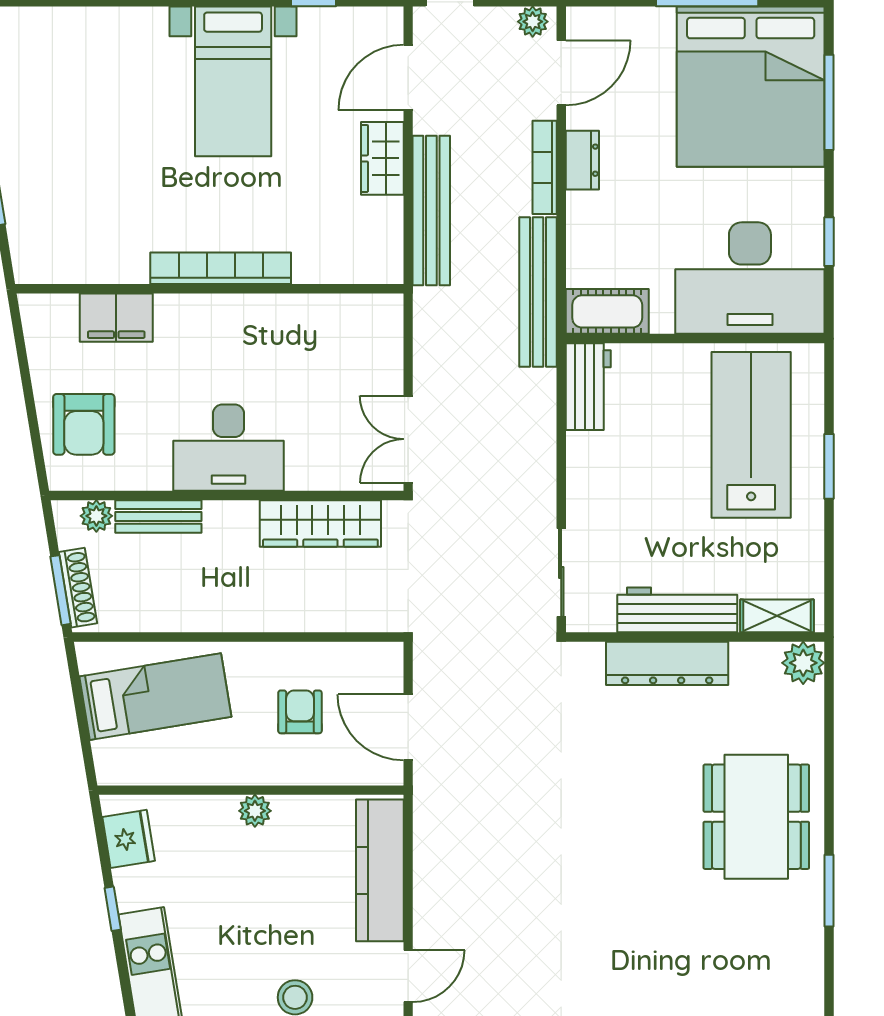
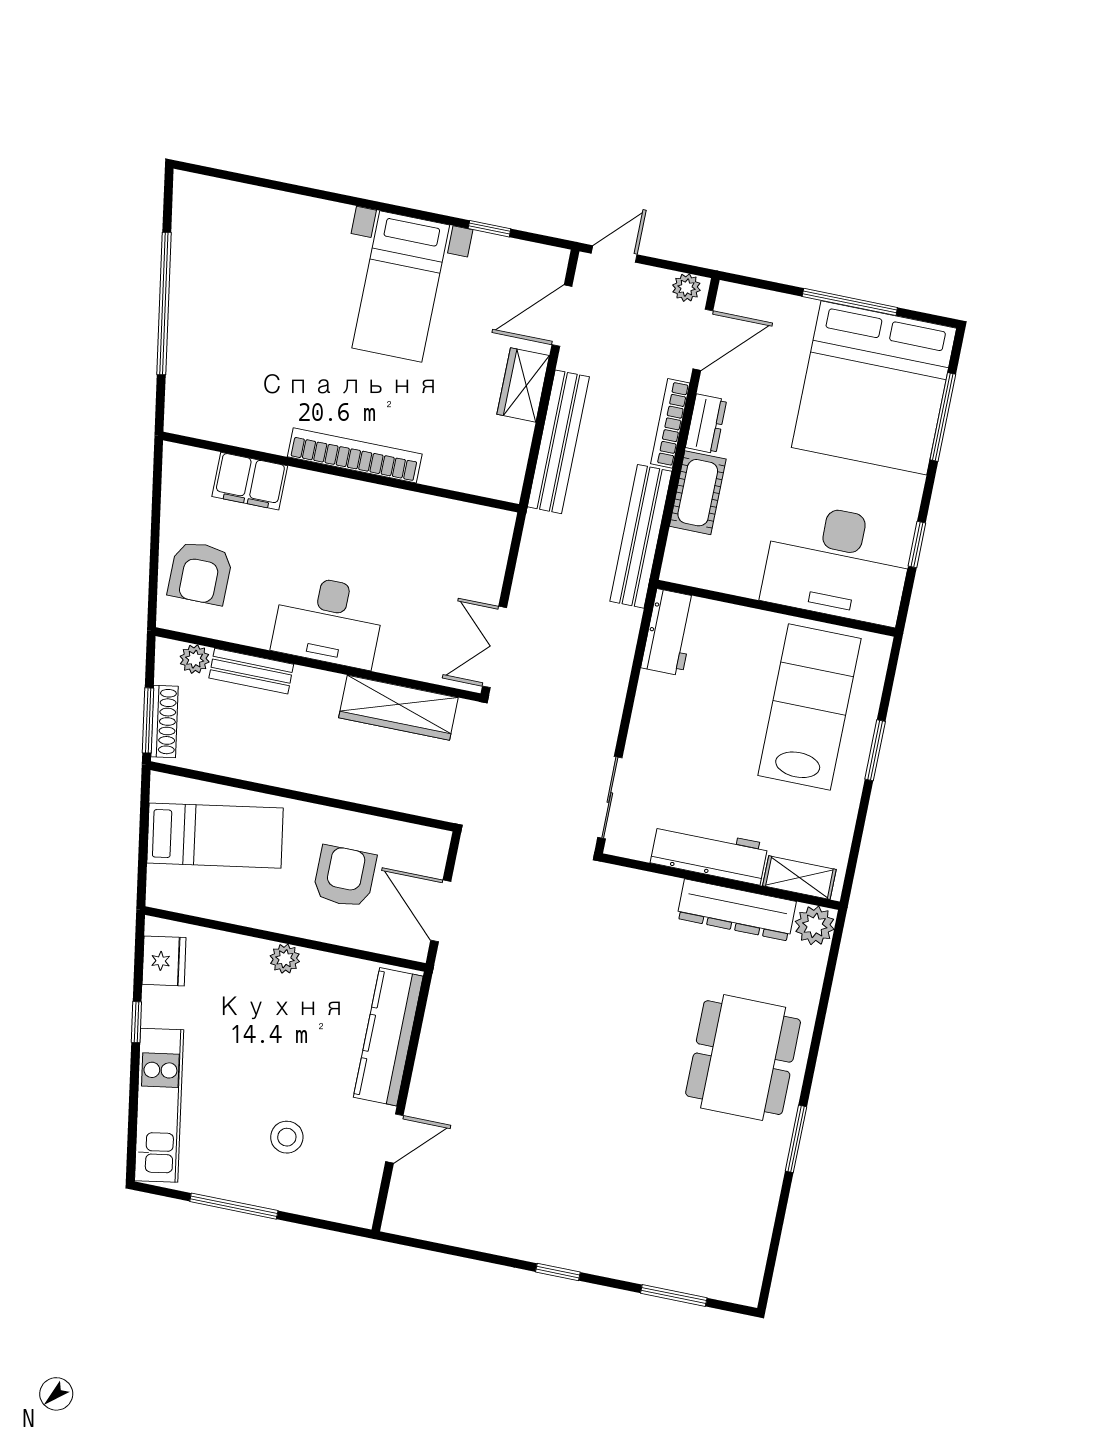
cot: (607, 311) -> (698, 493), moved, turned 90
dresser: (667, 663) -> (736, 910), moved
armchair: (300, 712) -> (345, 877), width x1.38, depth x1.38

